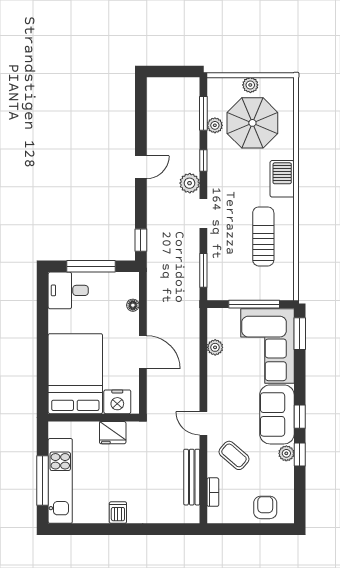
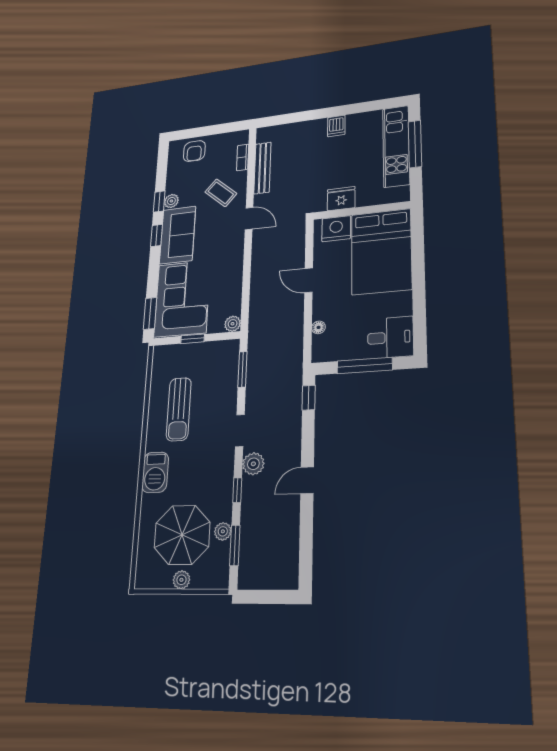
window: (254, 304) -> (192, 339), width x0.46
plant: (215, 347) -> (233, 324), moved
door: (143, 352) -> (309, 280), width x0.73

